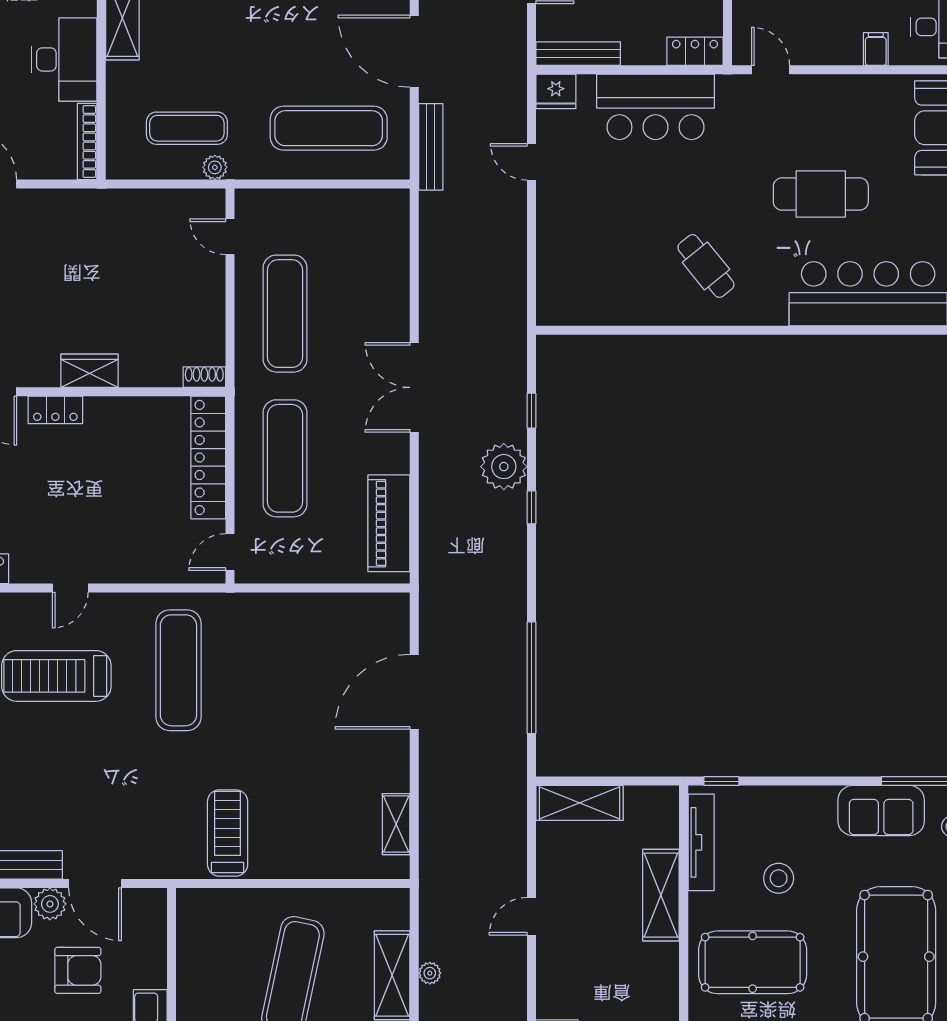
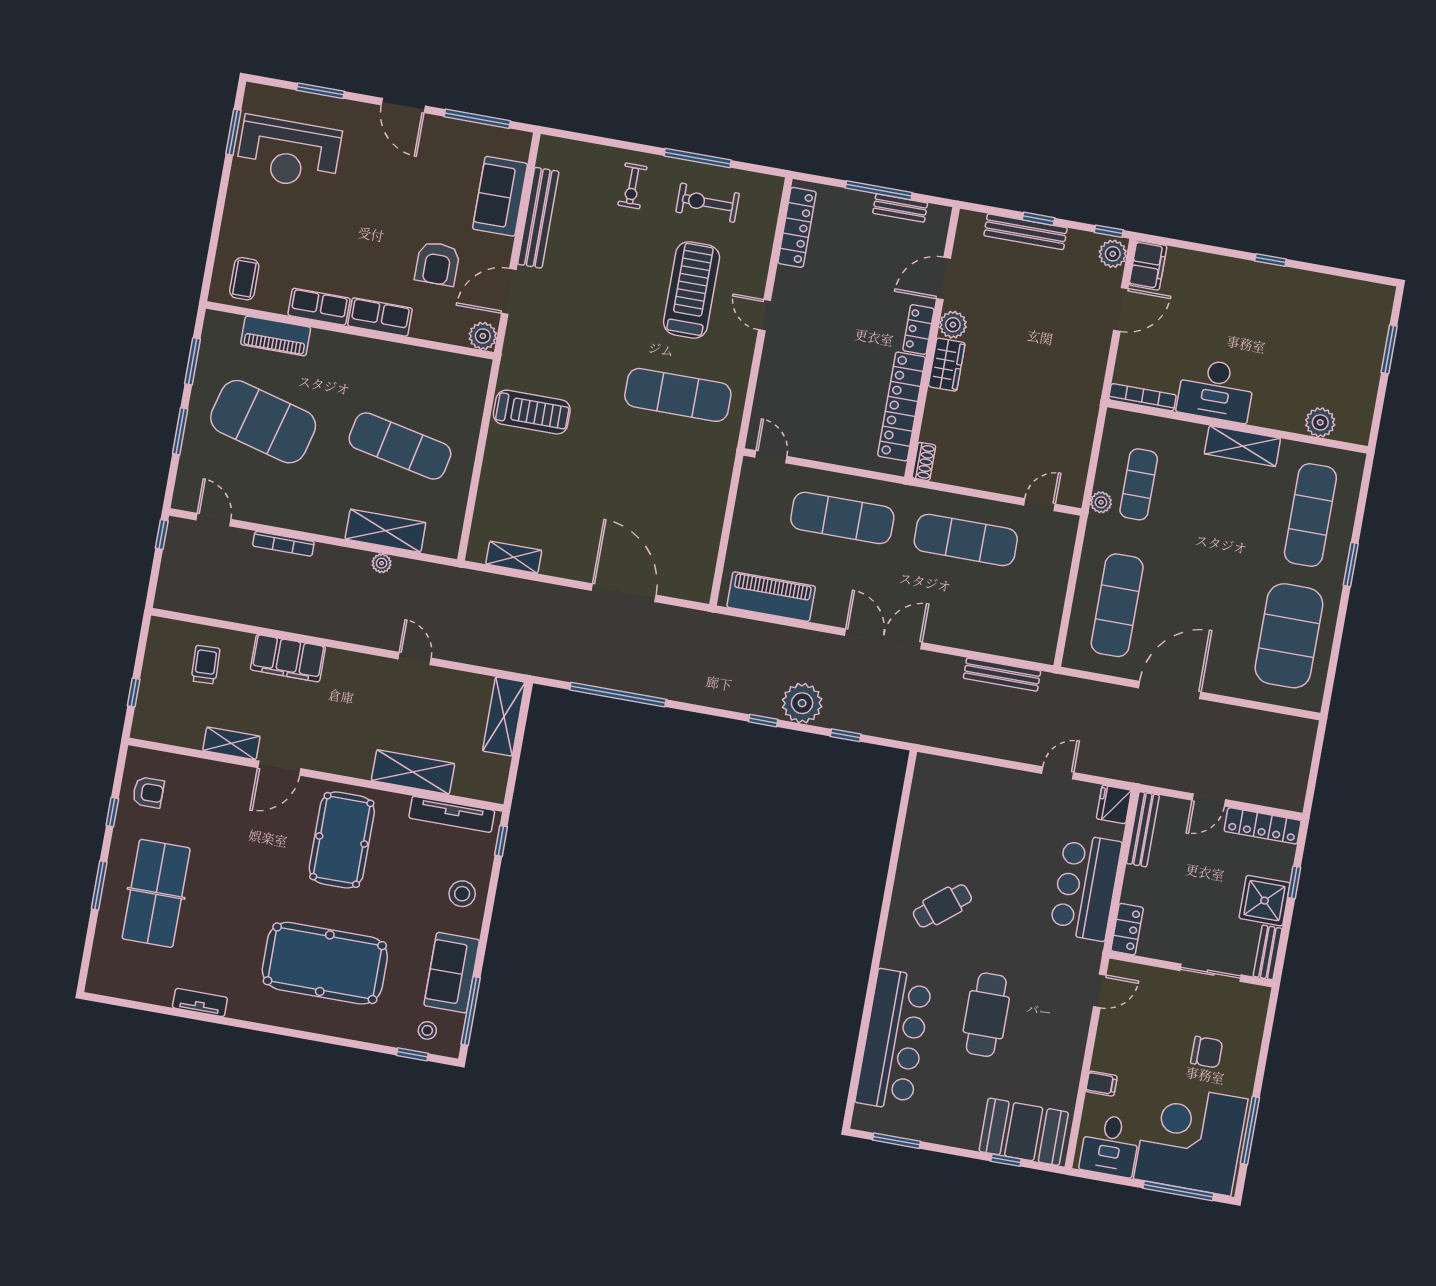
bench: (431, 147) -> (1002, 675), moved
plant: (43, 372) -> (953, 325), added
locker: (208, 457) -> (902, 406), moved, turned -90
stool: (779, 878) -> (462, 894), moved
plant: (50, 904) -> (483, 336), moved

